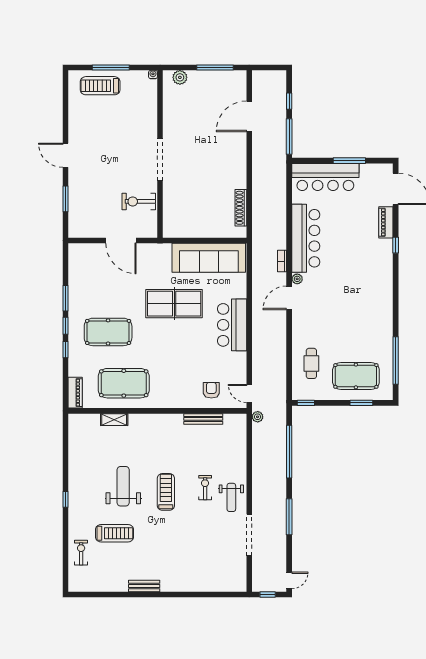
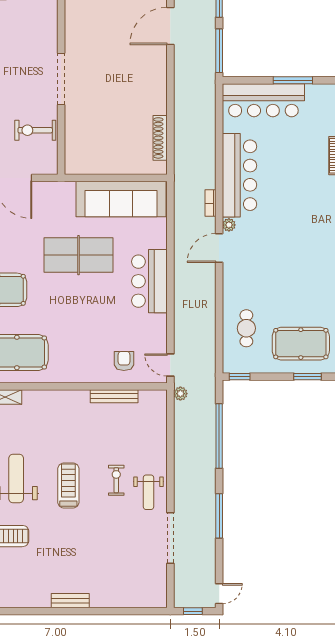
bench: (144, 586) -> (70, 601), moved

